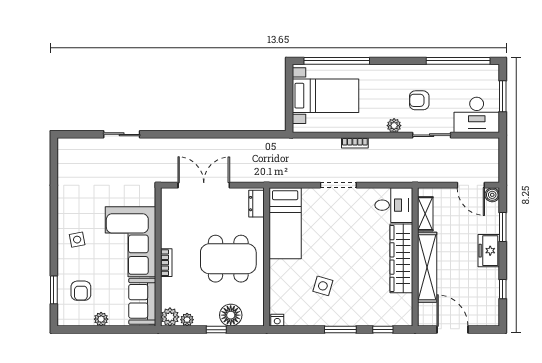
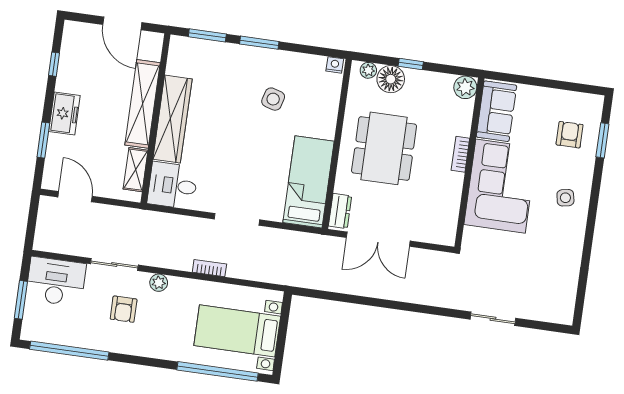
armchair: (419, 100) -> (124, 309), turned 90
double door: (204, 185) -> (378, 239), moved
boiler: (492, 195) -> (51, 181), removed
dining table: (228, 259) -> (384, 148), turned 90
plant: (101, 319) -> (550, 96), removed
plant: (187, 320) -> (368, 70), moved
window: (383, 330) -> (207, 35), width x1.50

